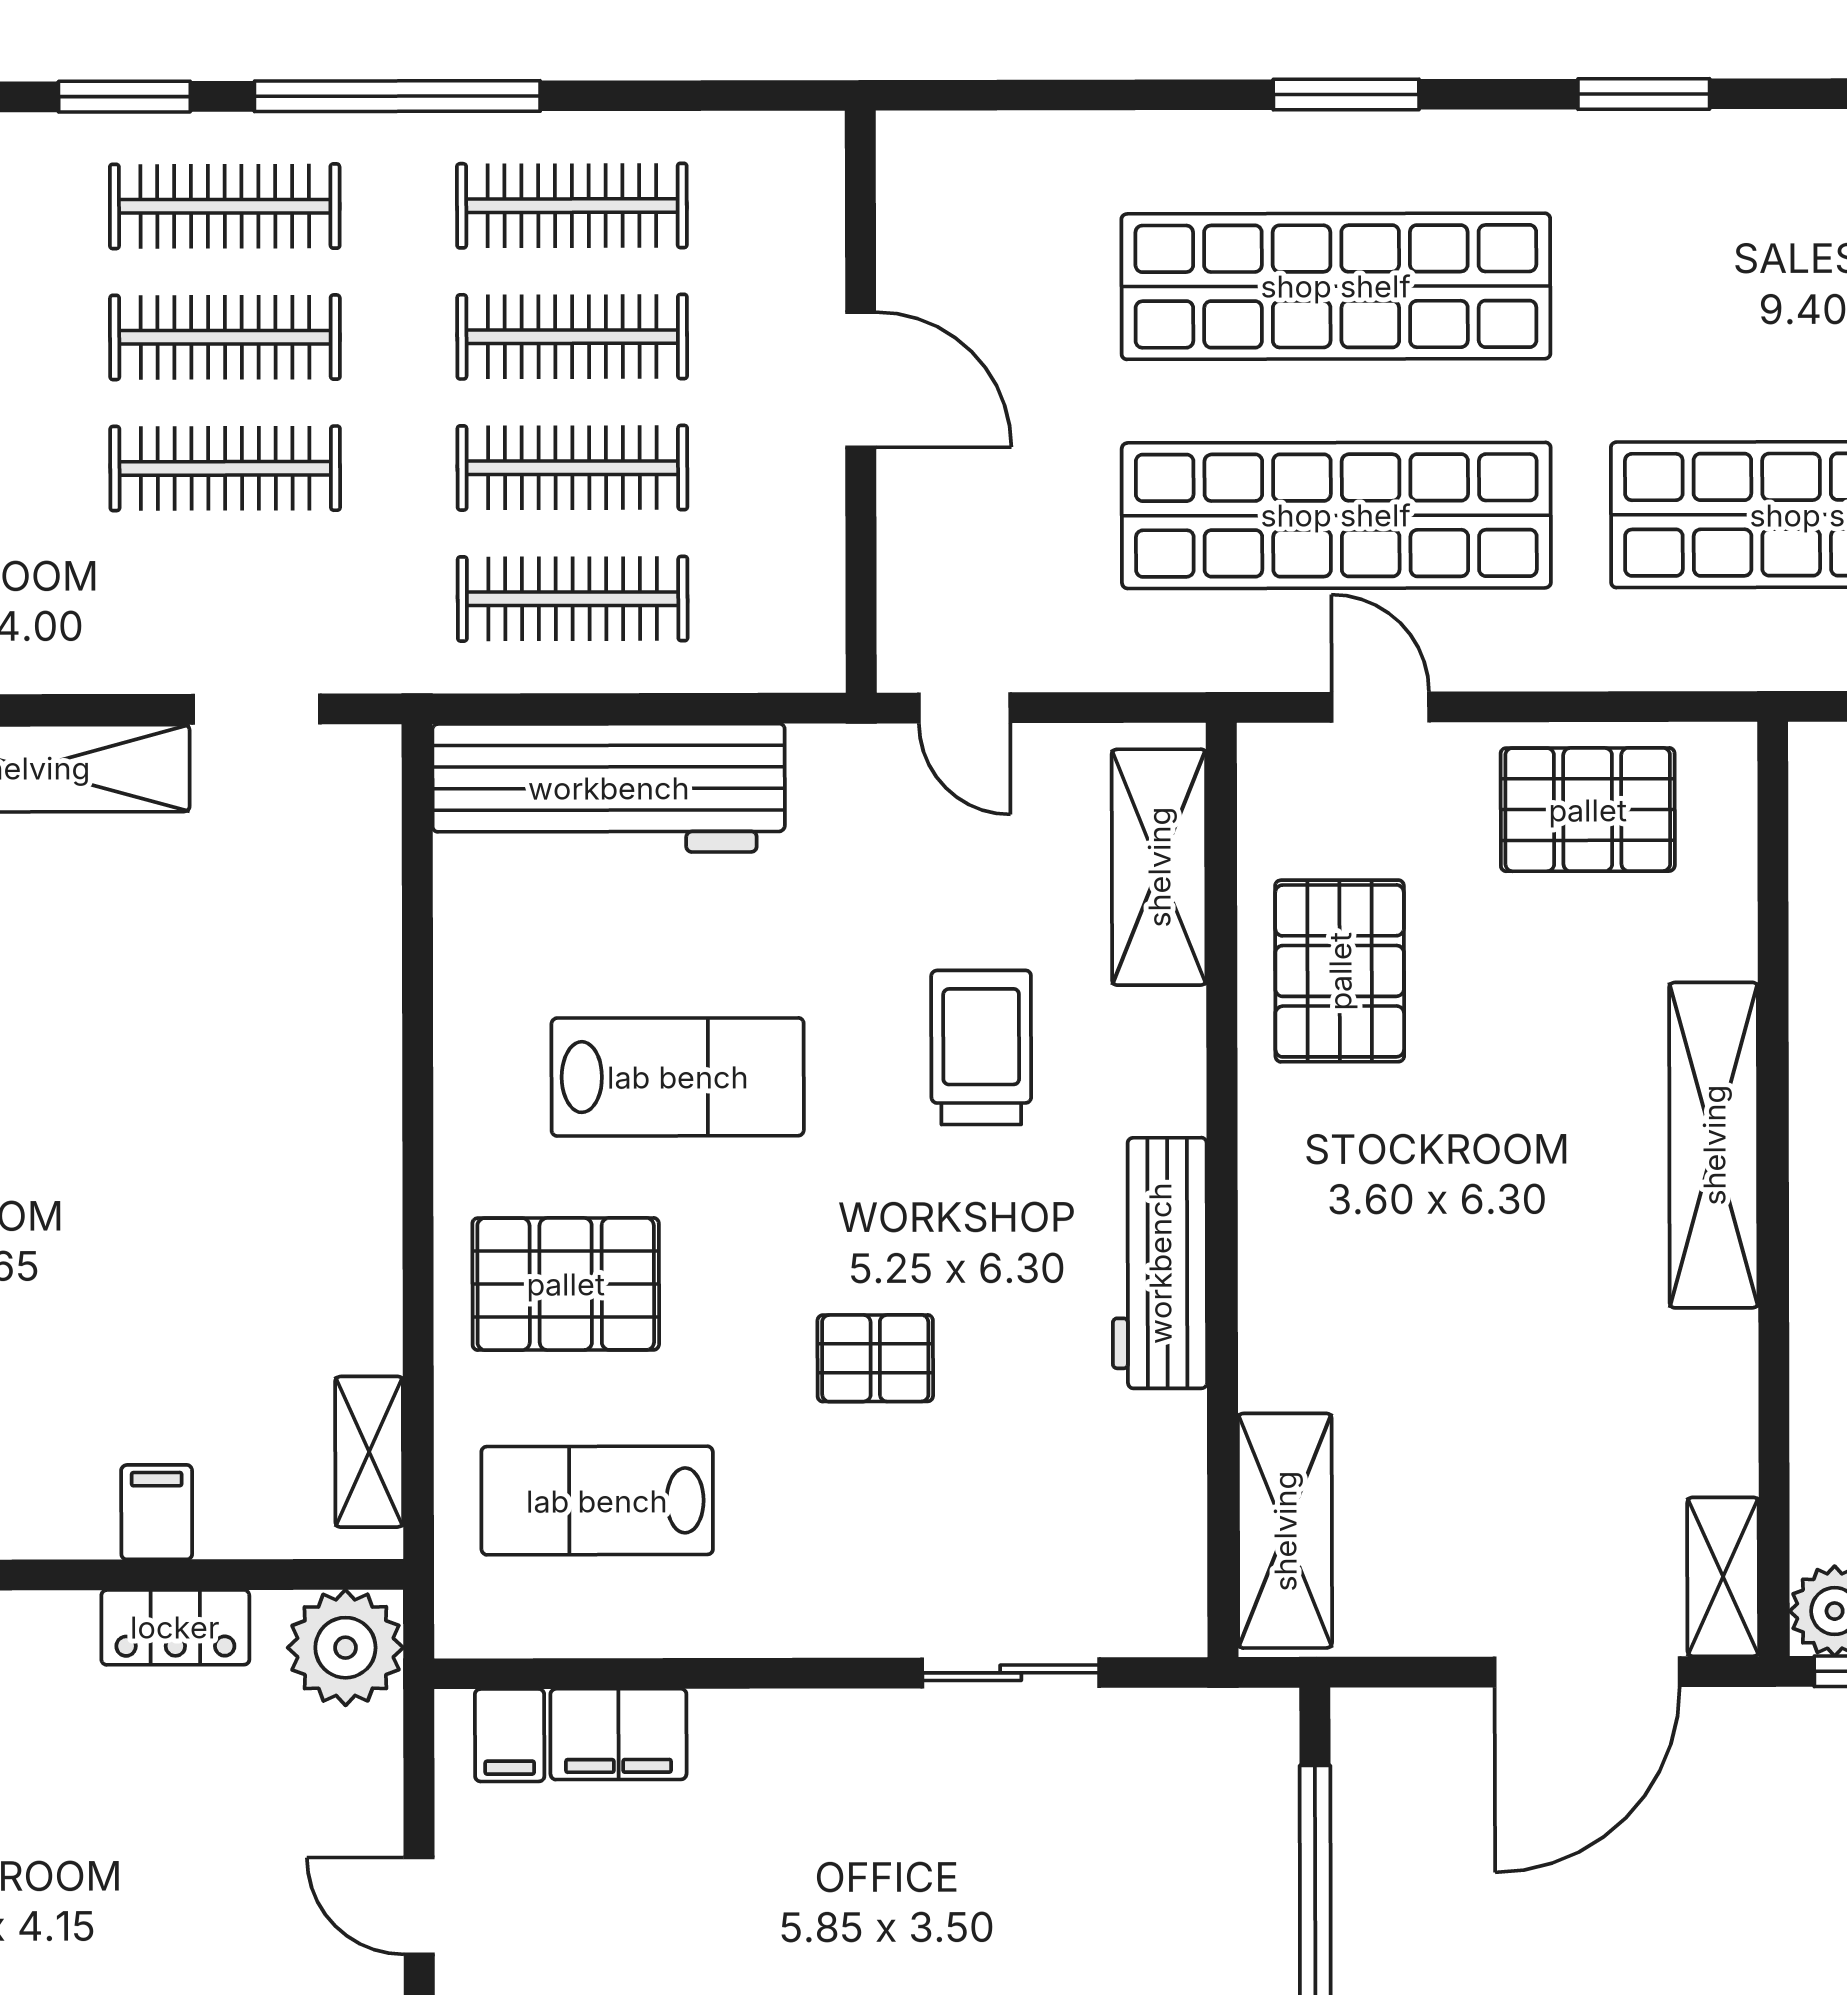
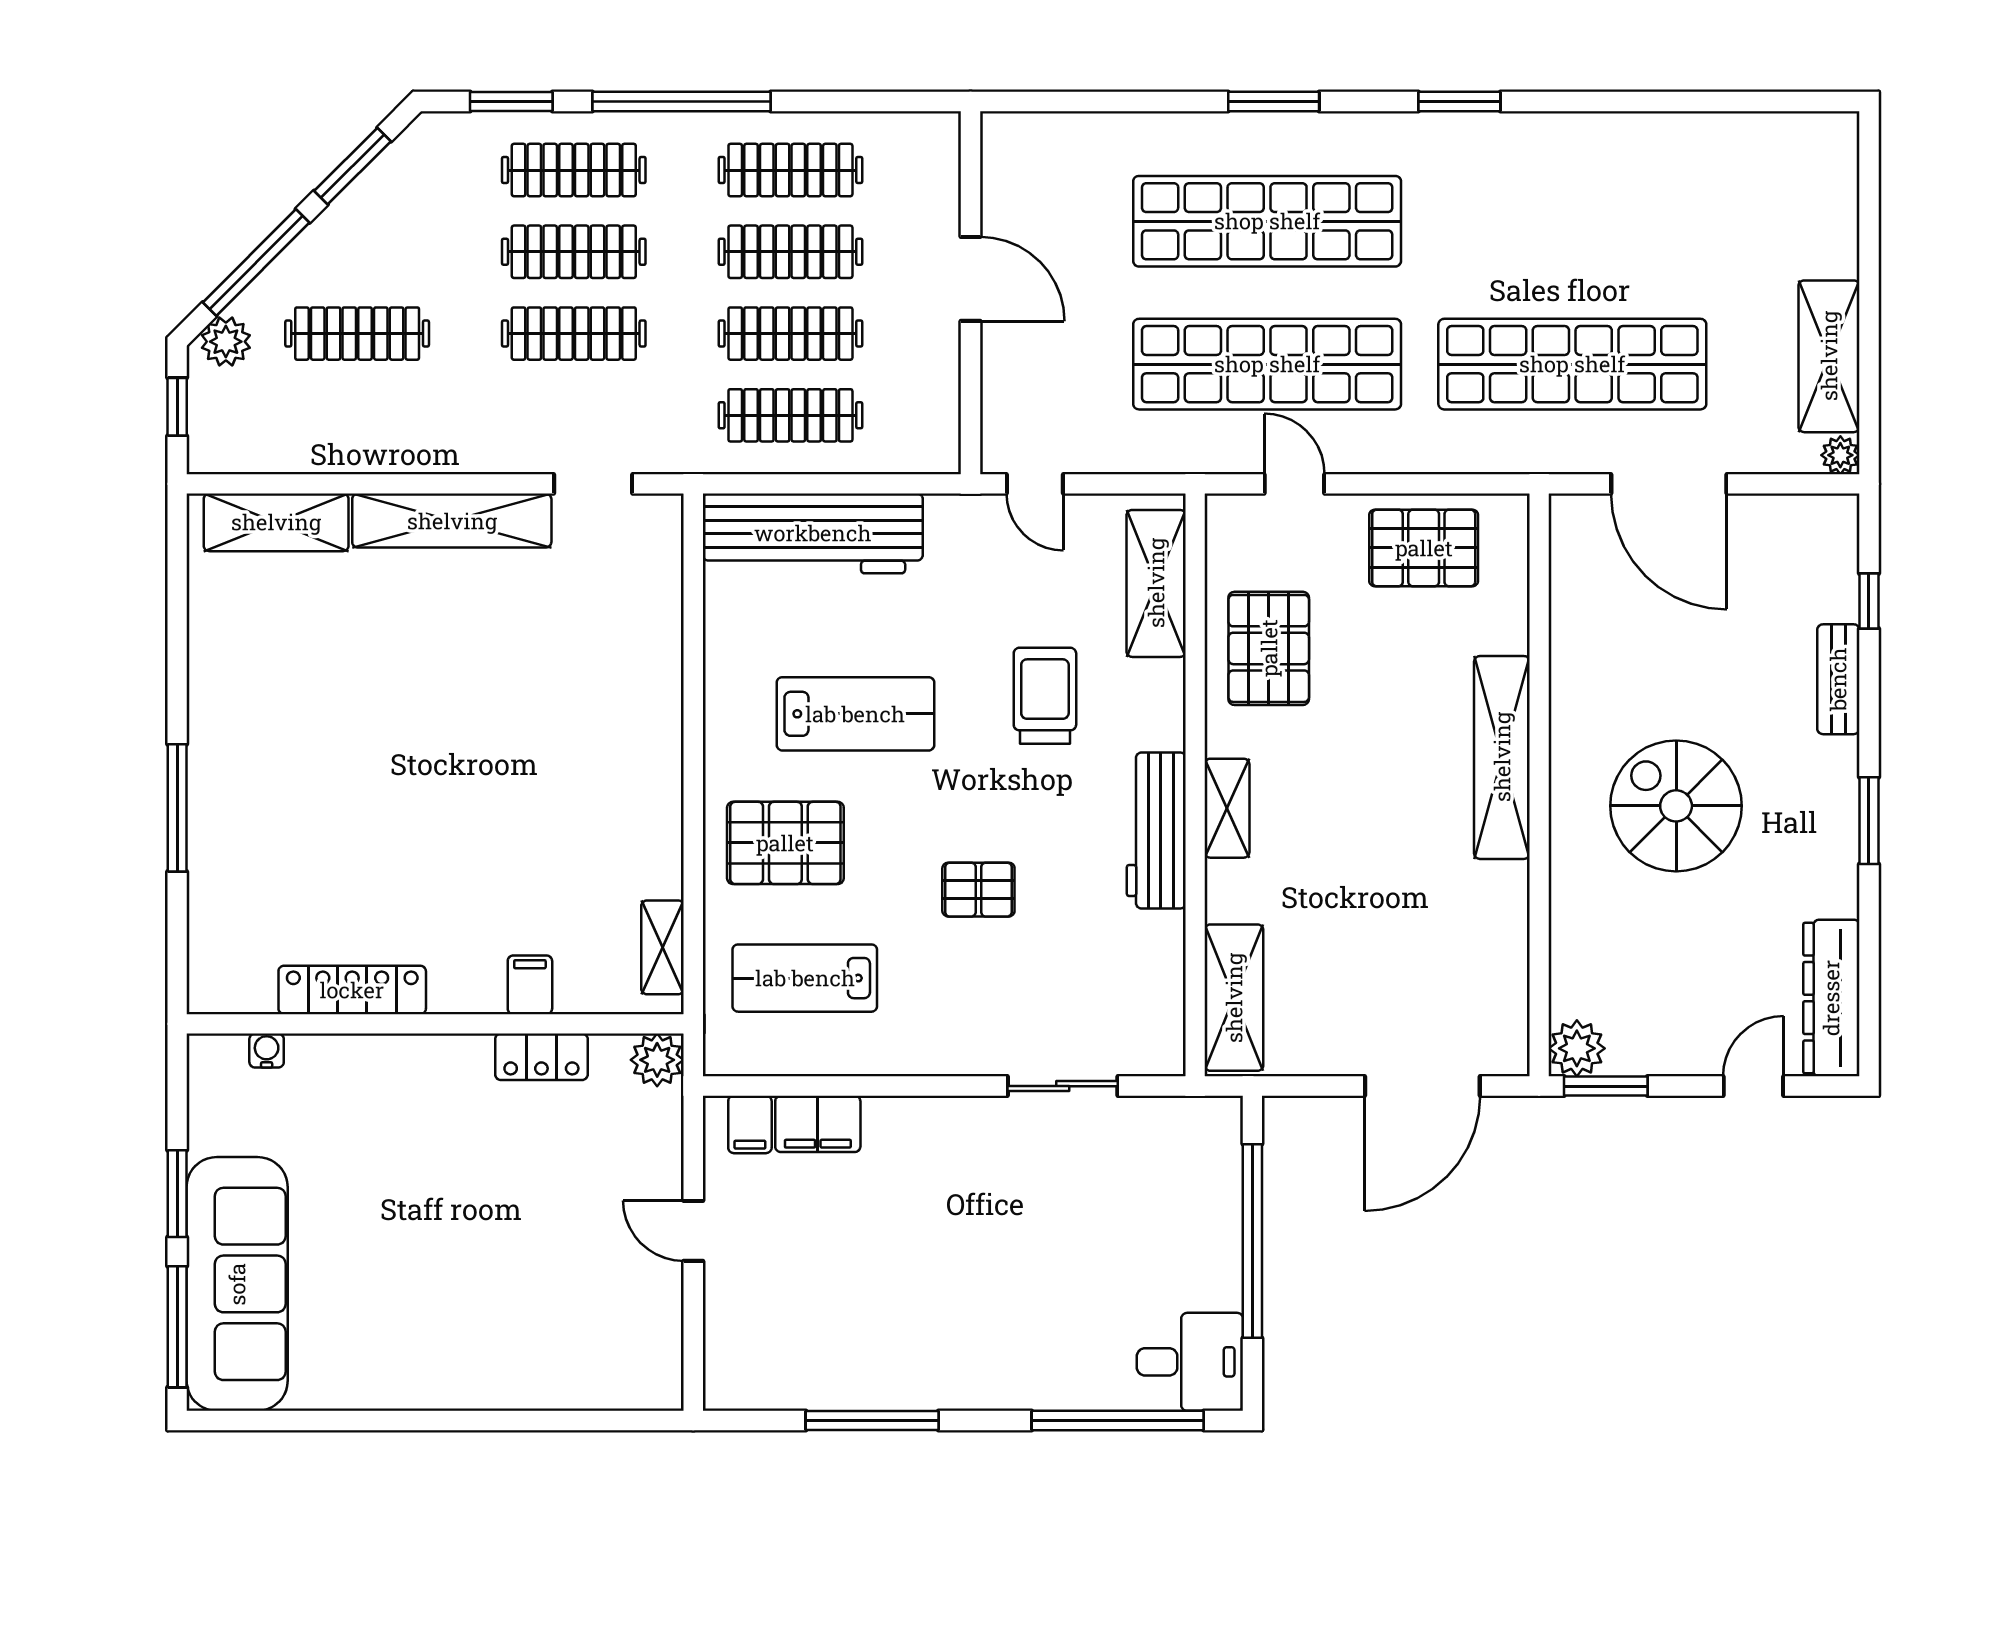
shelving: (1723, 1577) -> (1227, 808), moved
plant: (345, 1648) -> (657, 1060), width x0.73, depth x0.73

